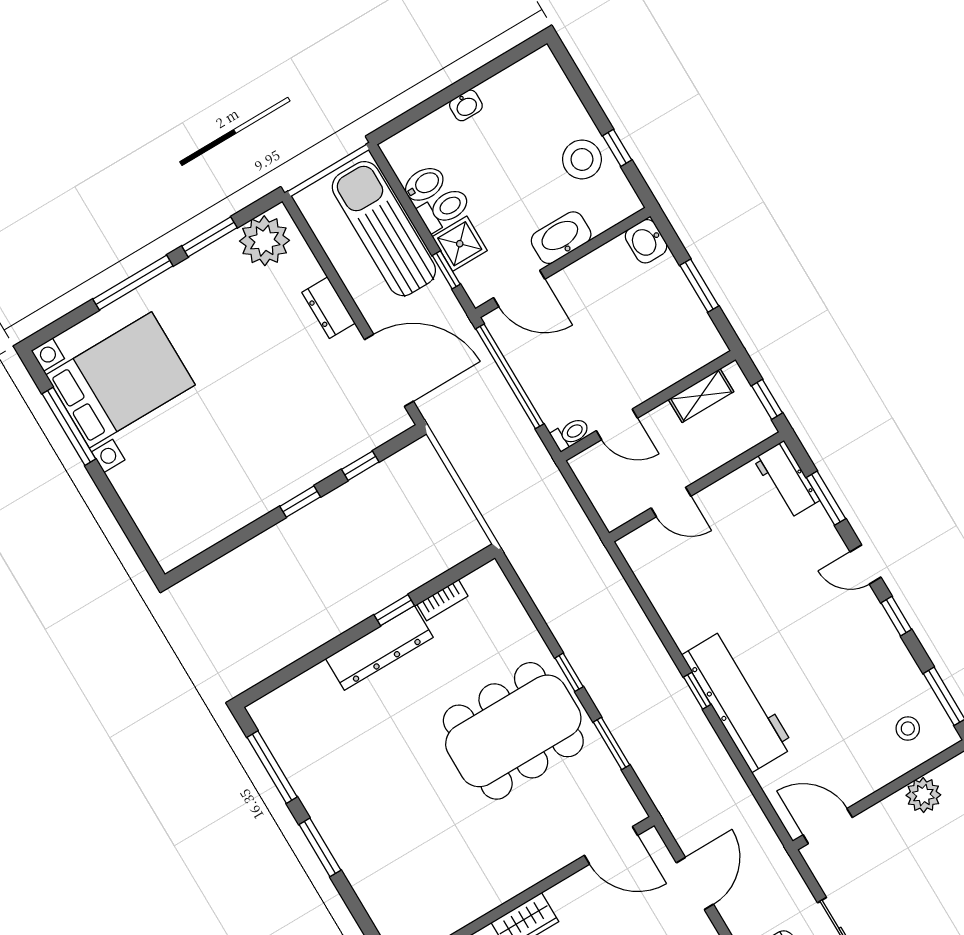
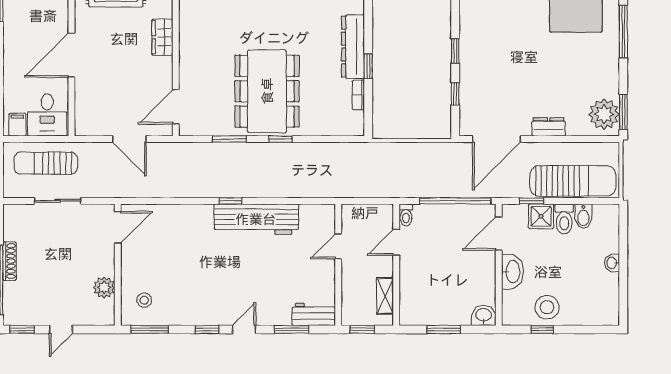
window: (209, 237) -> (623, 112), moved
workbench: (738, 701) -> (256, 219), moved

